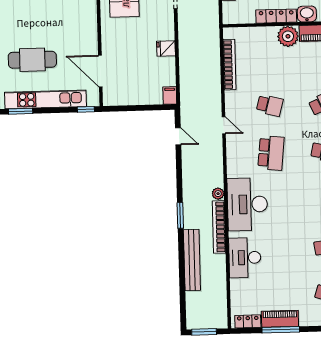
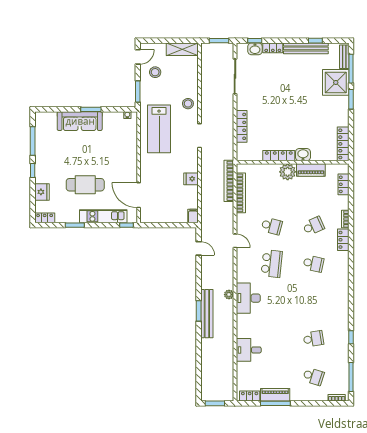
kitchen unit: (45, 99) -> (103, 216), width x0.73
desk: (247, 204) -> (248, 298), width x0.73, depth x0.77
bookcase: (219, 227) -> (229, 181), moved
desk: (245, 258) -> (249, 350), width x0.73
bench: (192, 260) -> (207, 314), moved

